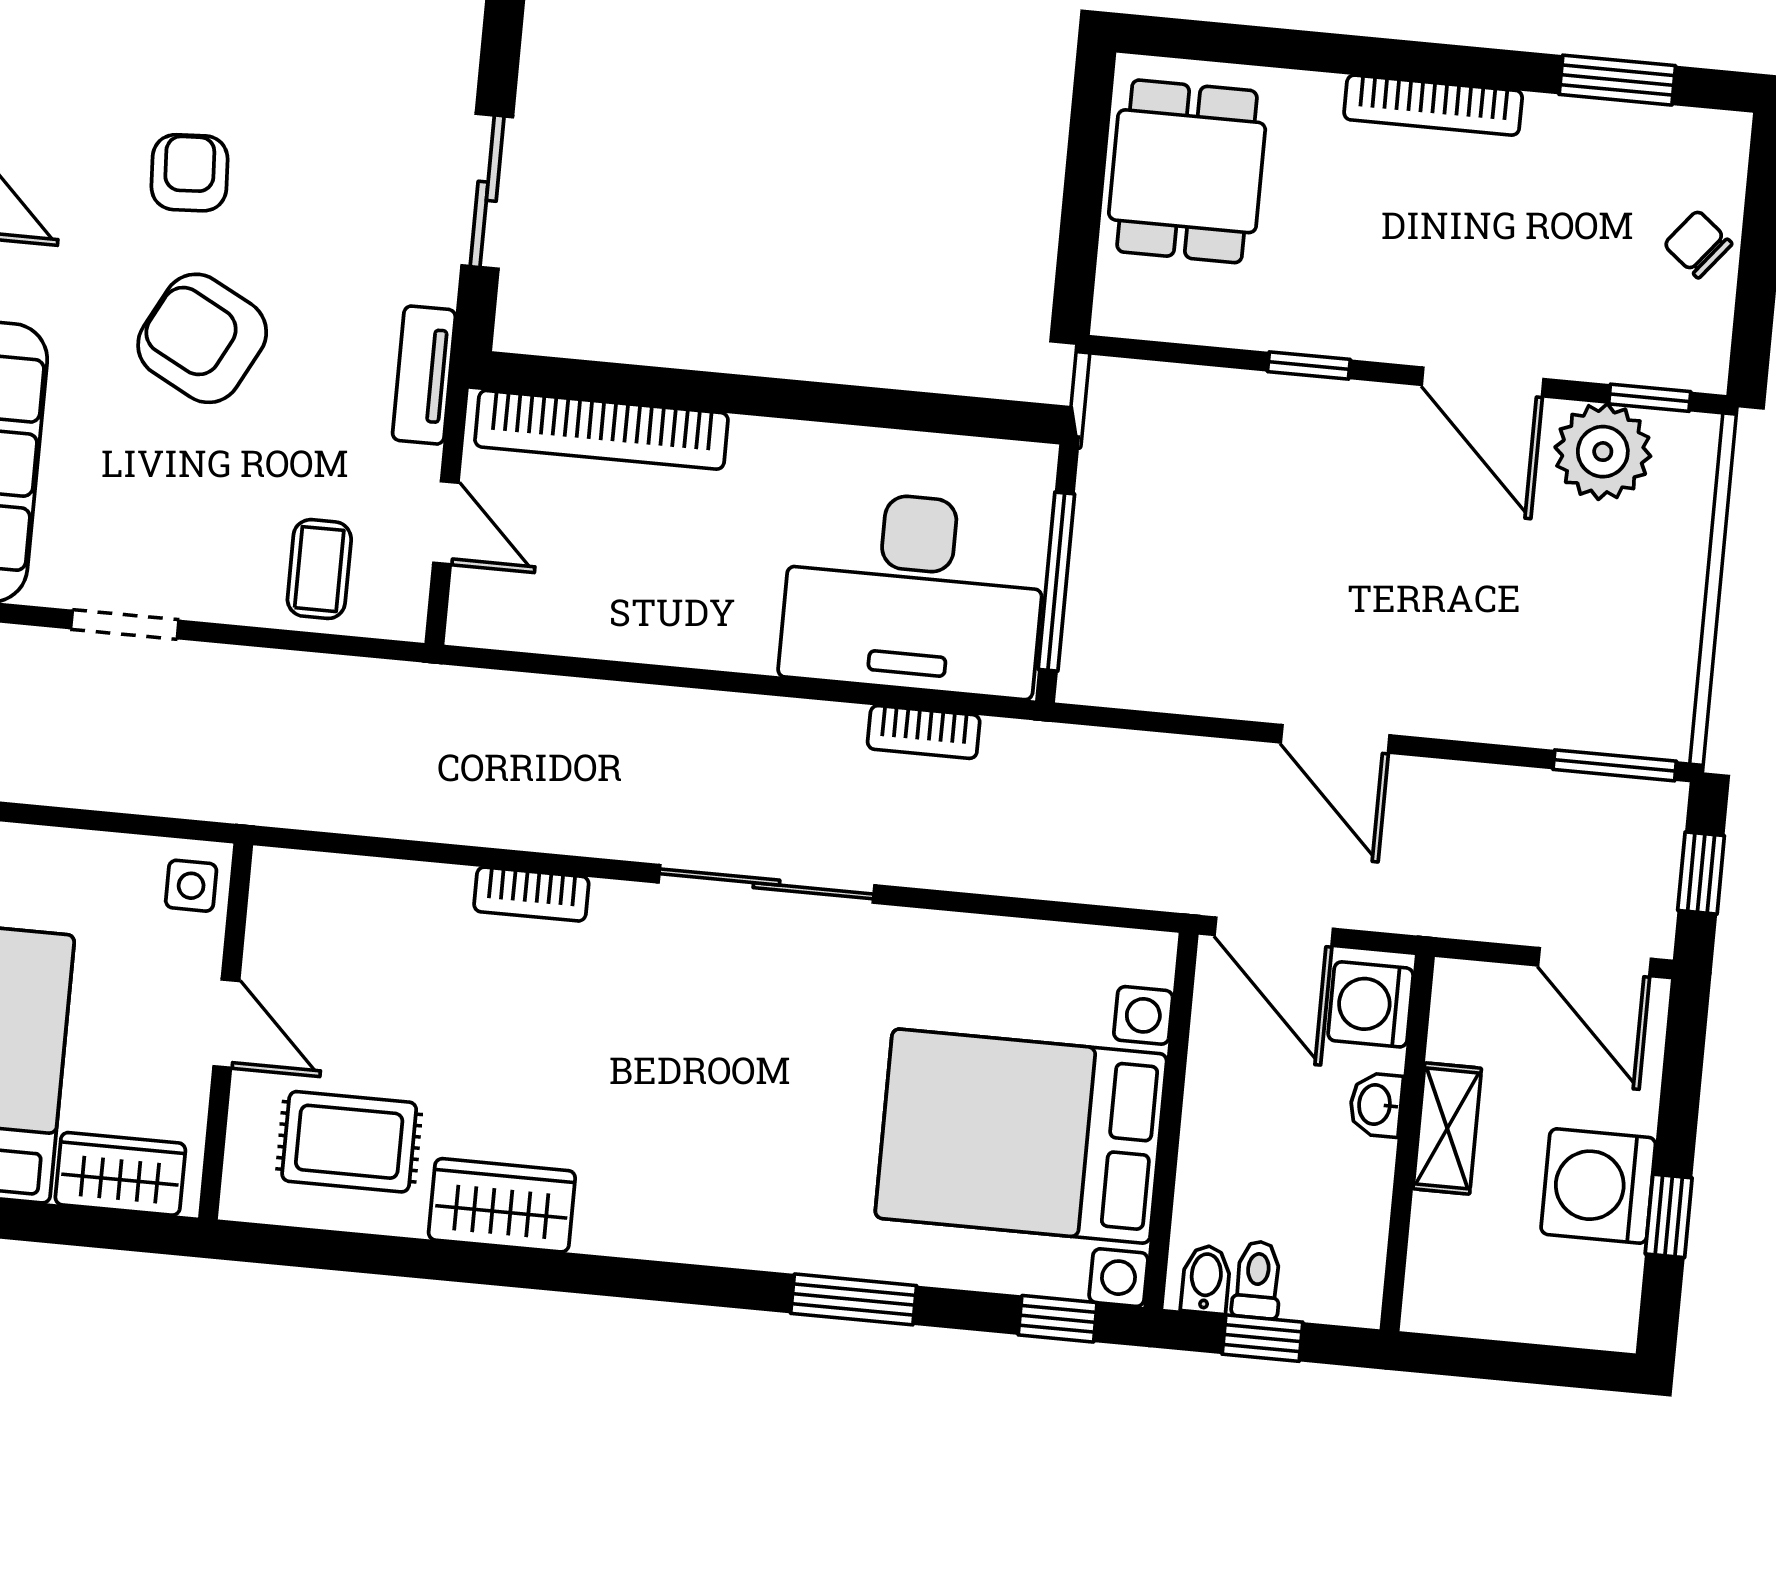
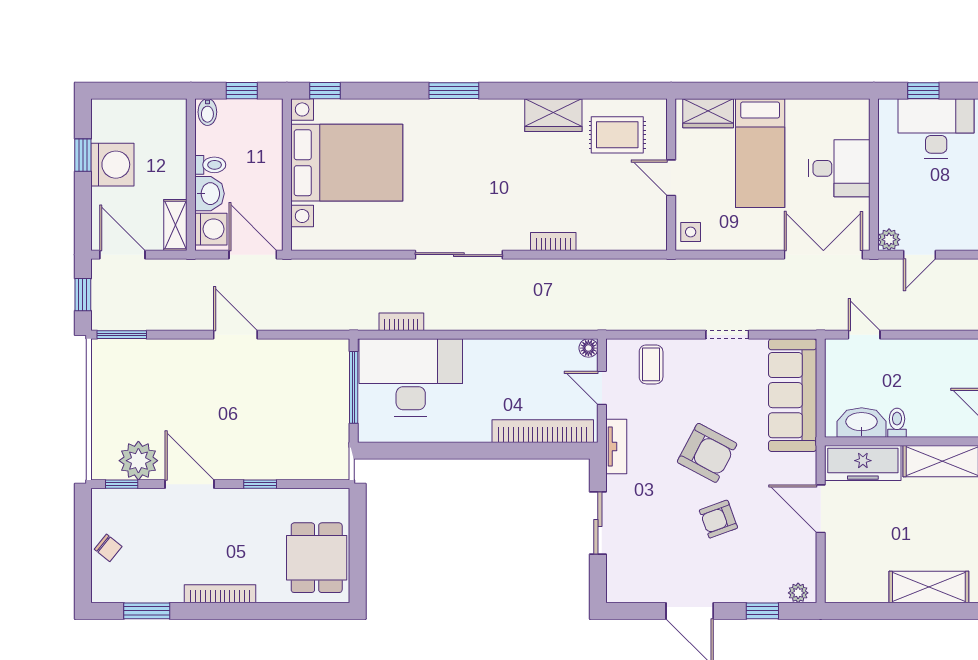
armchair: (189, 173) -> (718, 519), turned 73
floor lamp: (469, 624) -> (588, 348), added
washbasin: (1376, 1105) -> (209, 194), width x1.38, depth x1.45
shelving: (1447, 1128) -> (175, 225), moved
bidet: (1206, 1279) -> (207, 112), moved
toilet: (1257, 1280) -> (210, 165), moved, turned -90
window: (854, 1299) -> (454, 91), moved

